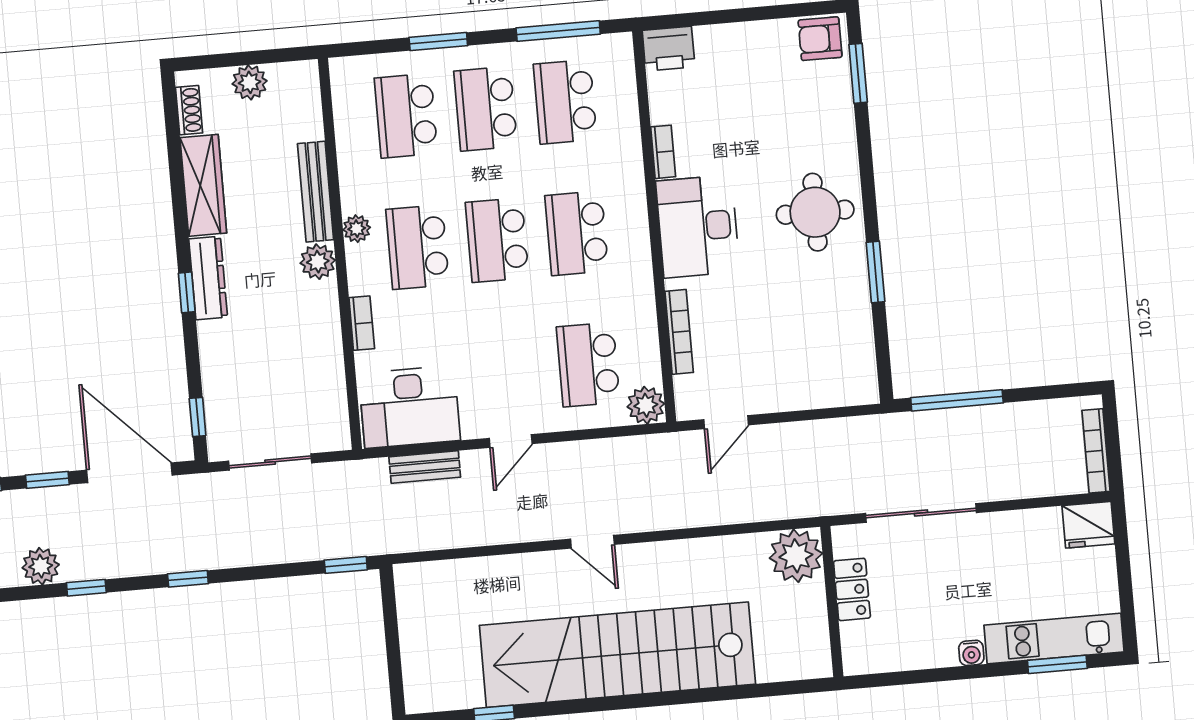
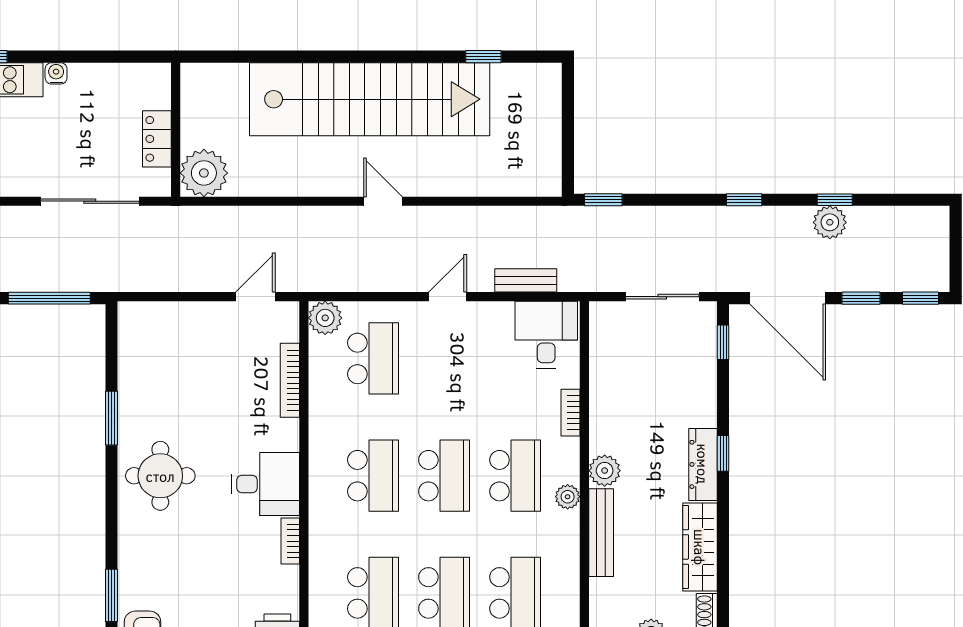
desk: (698, 226) -> (265, 484), width x0.73
desk: (409, 407) -> (546, 335), width x0.73
plant: (41, 566) -> (830, 222), moved

